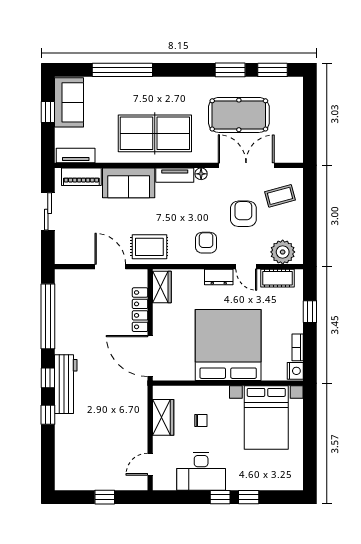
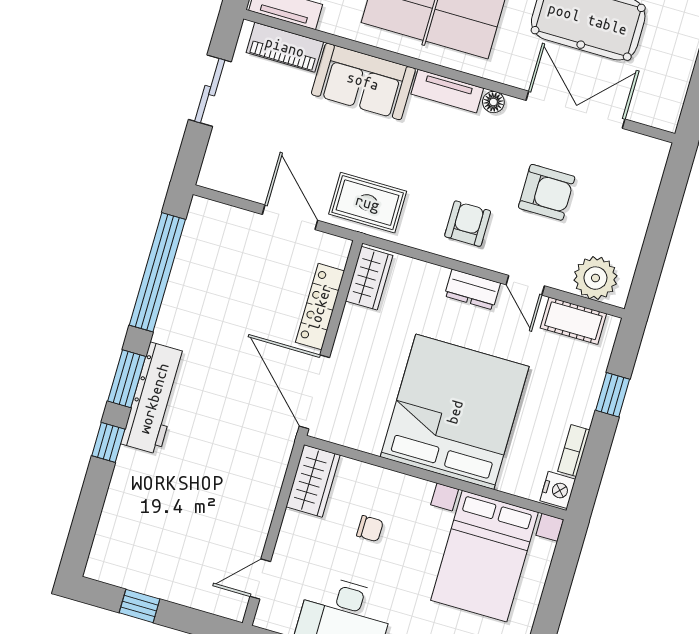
coffee table: (280, 196) -> (619, 180), removed
armchair: (243, 214) -> (547, 192), turned 90
window: (48, 378) -> (127, 379), width x1.50
wardrobe: (163, 417) -> (313, 481), moved
window: (105, 497) -> (139, 606), moved

